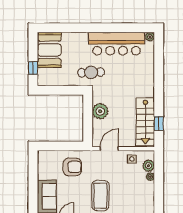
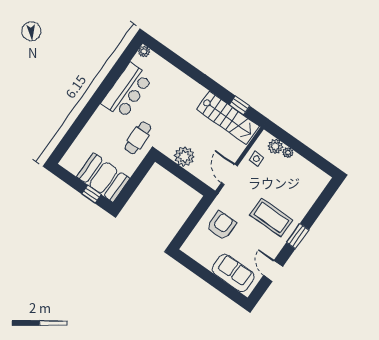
bar counter: (117, 44) -> (127, 91), width x0.73
booth: (49, 50) -> (103, 178), moved

